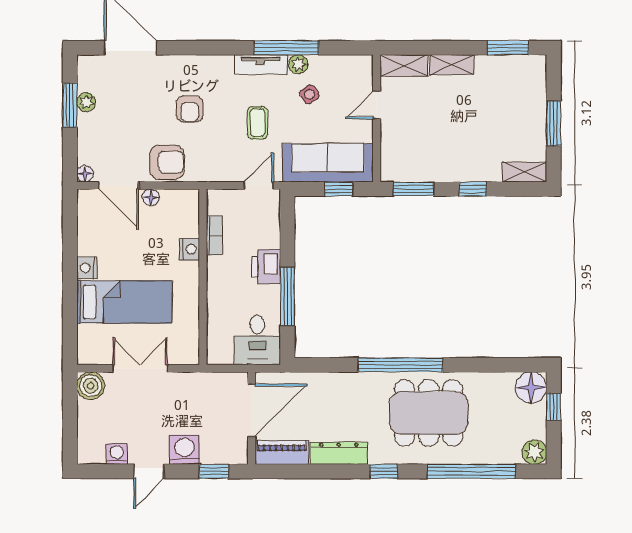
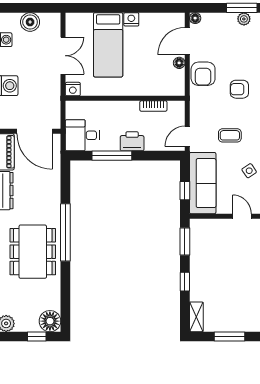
door: (259, 186) -> (187, 136), swing flipped
nightstand: (189, 249) -> (73, 89), moved
boiler: (91, 386) -> (30, 22), moved

